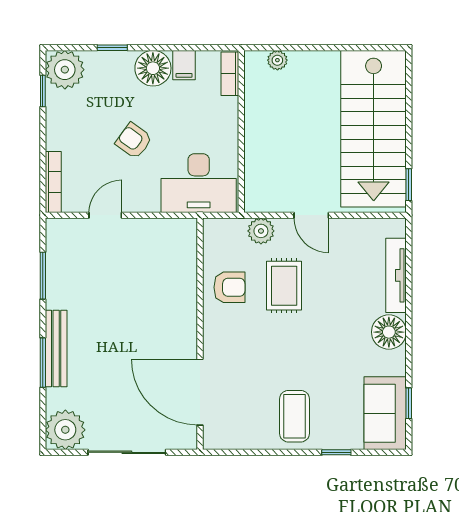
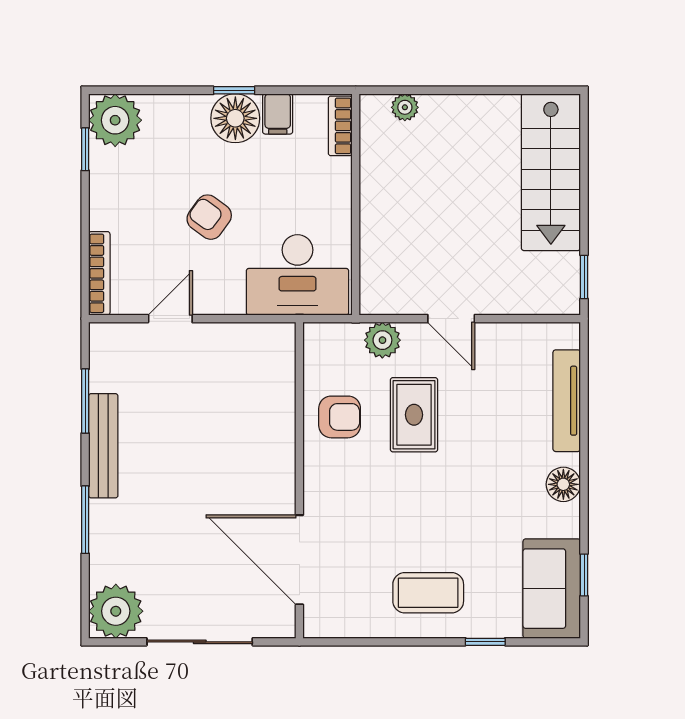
window: (112, 48) -> (234, 90), moved
stairs: (374, 129) -> (551, 172), width x0.73, depth x0.66
floor lamp: (389, 332) -> (563, 484), width x0.73, depth x0.73
bench: (56, 348) -> (103, 446), moved
coffee table: (294, 416) -> (428, 593), turned 90

